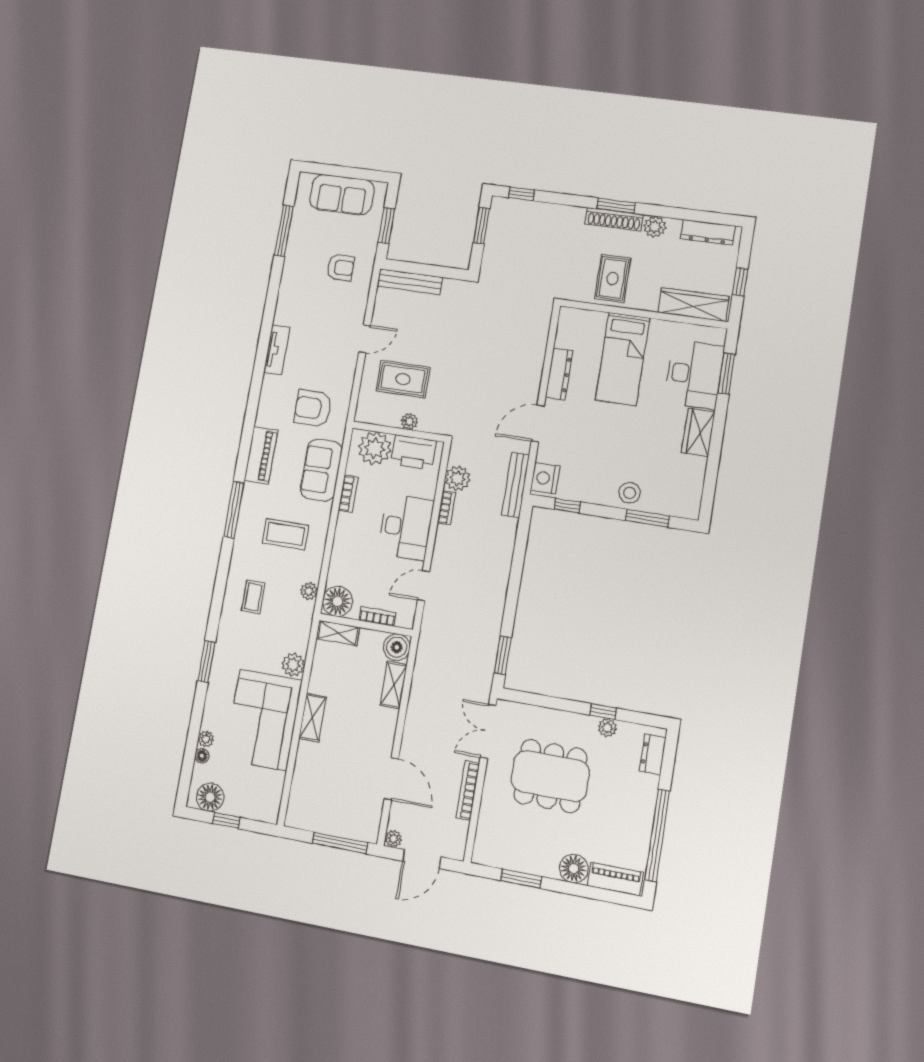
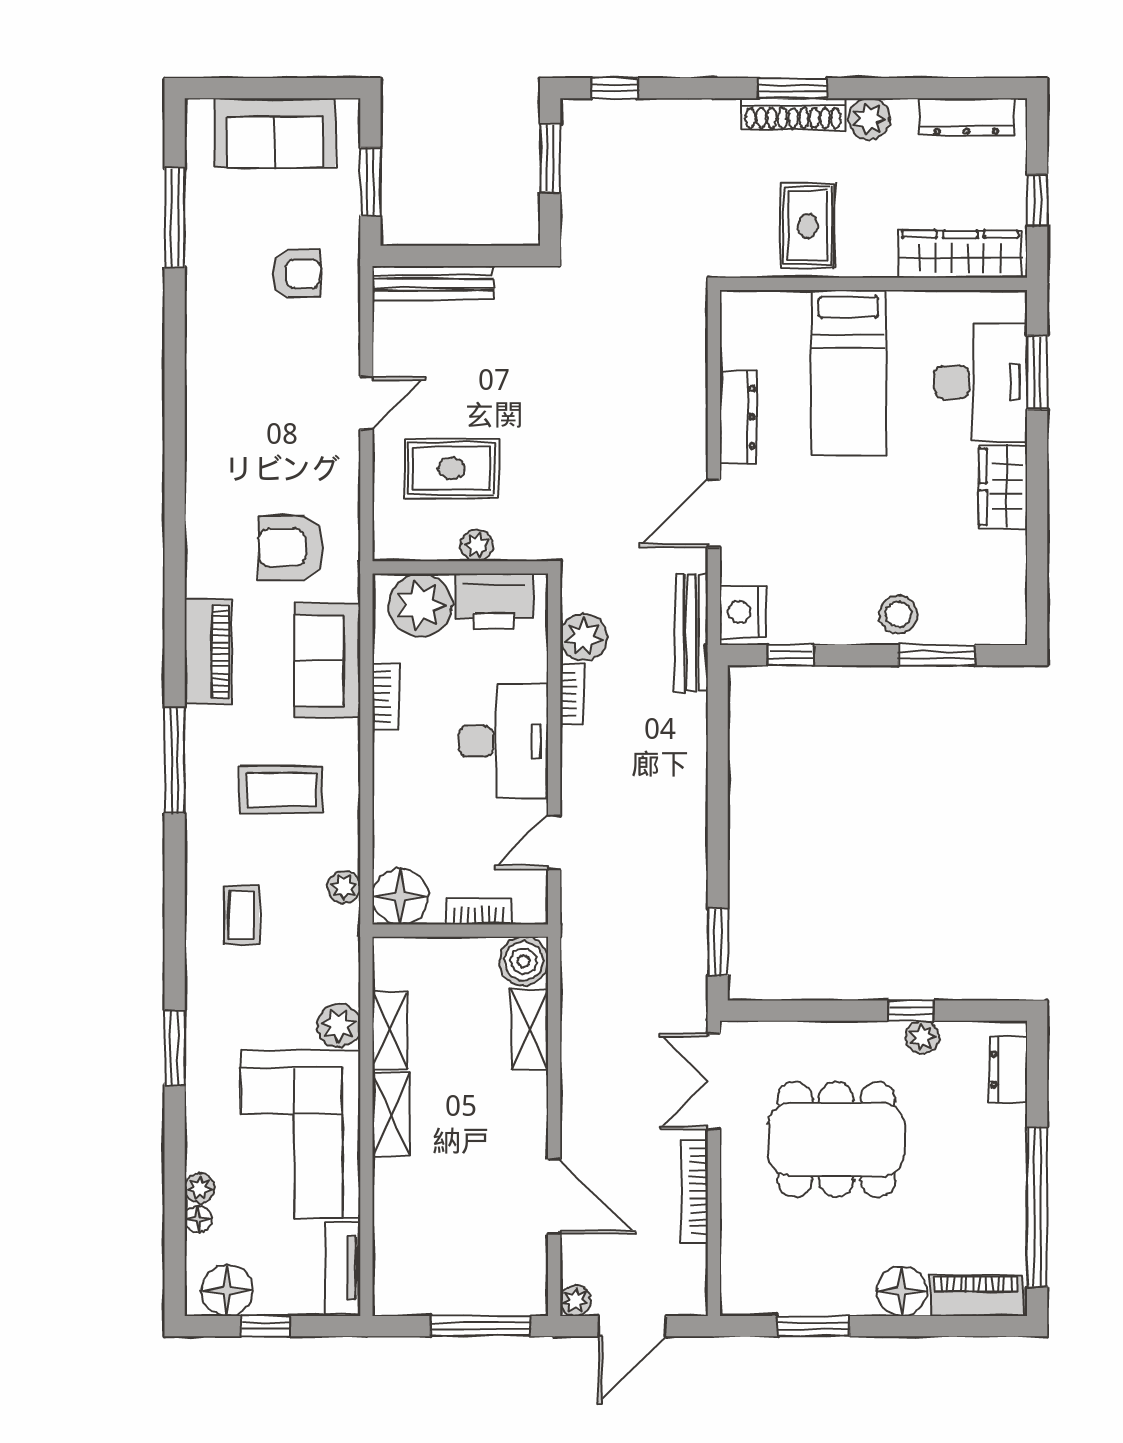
tv unit: (277, 350) -> (343, 1268), moved, turned 180
shelving: (338, 633) -> (390, 1031), moved, turned 90

